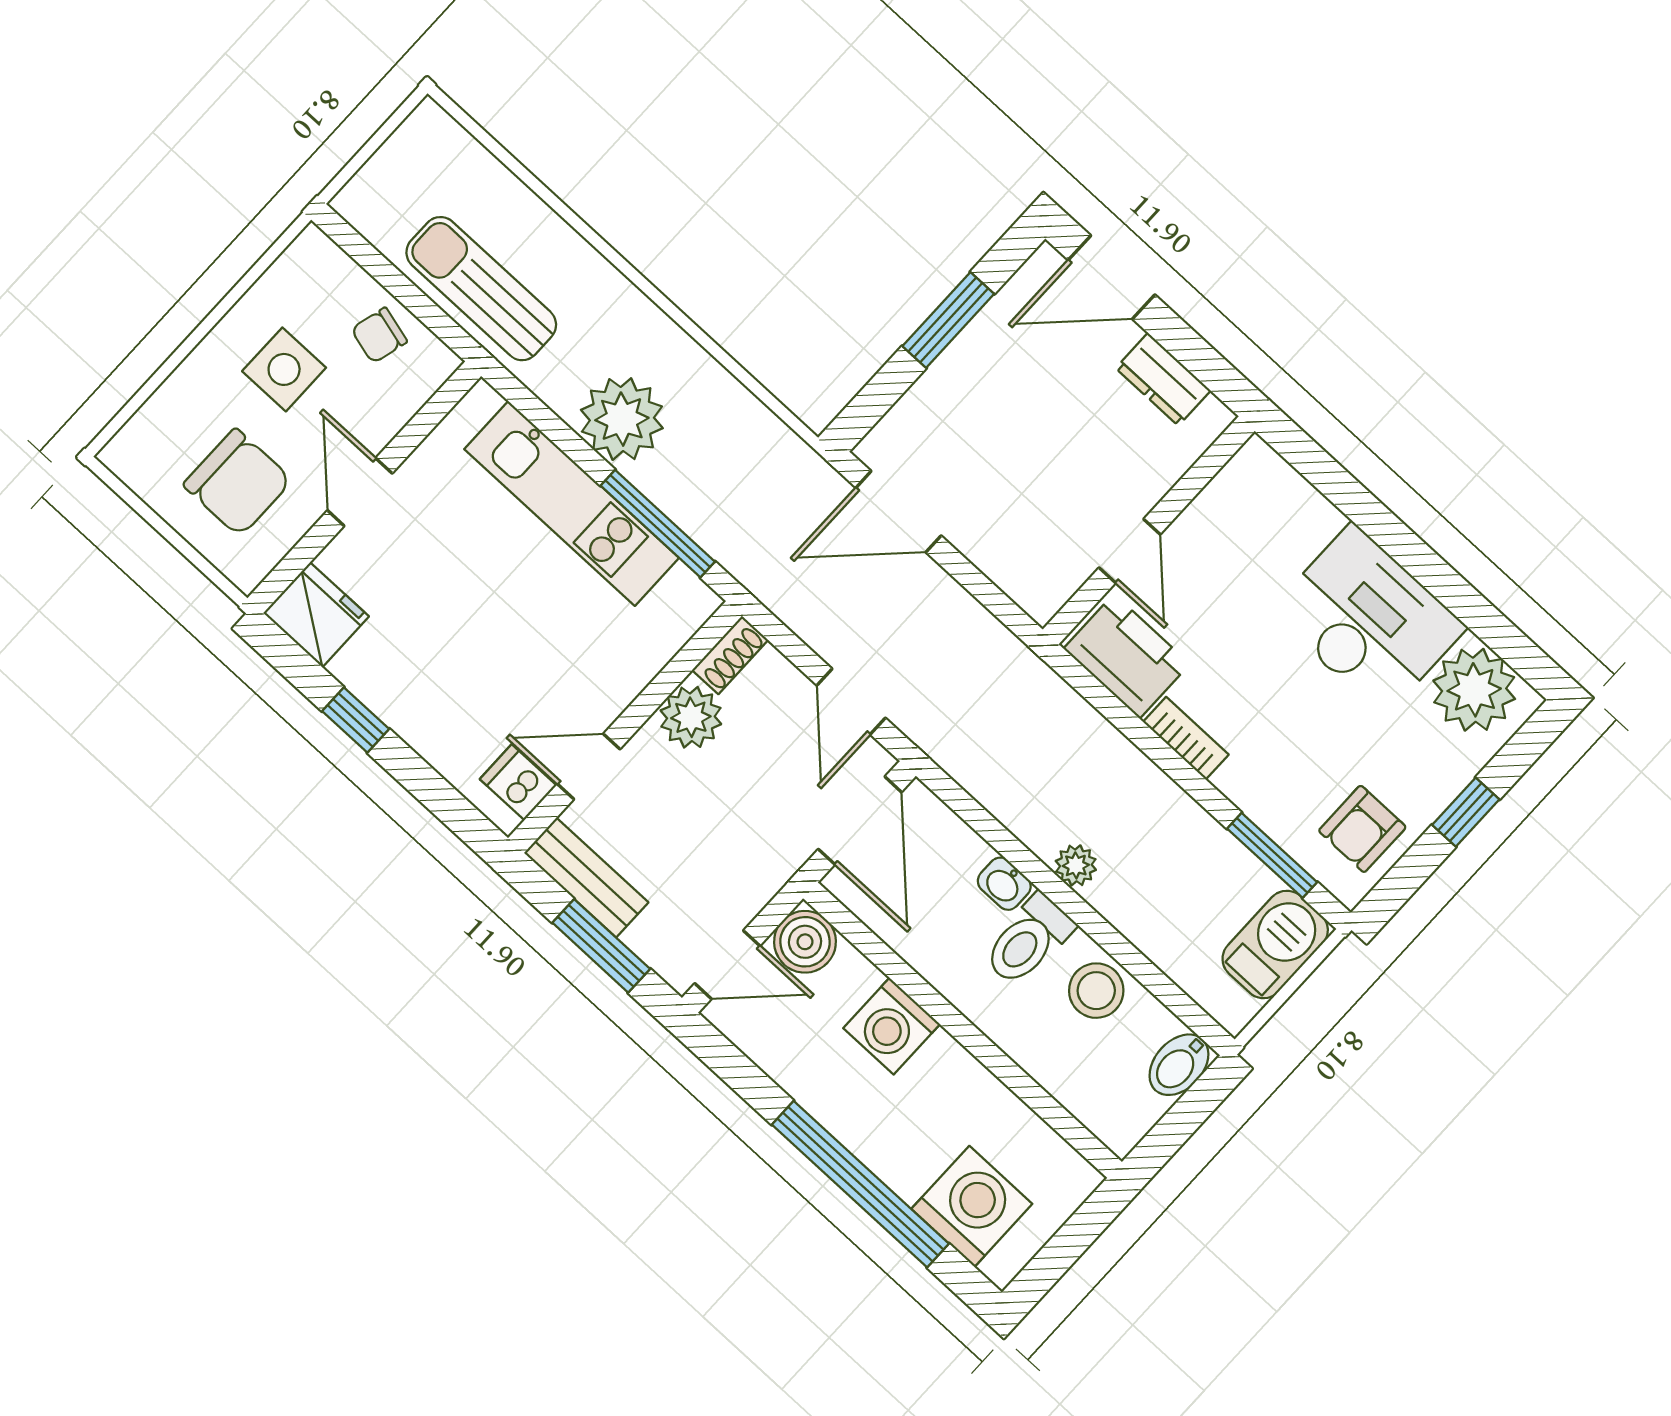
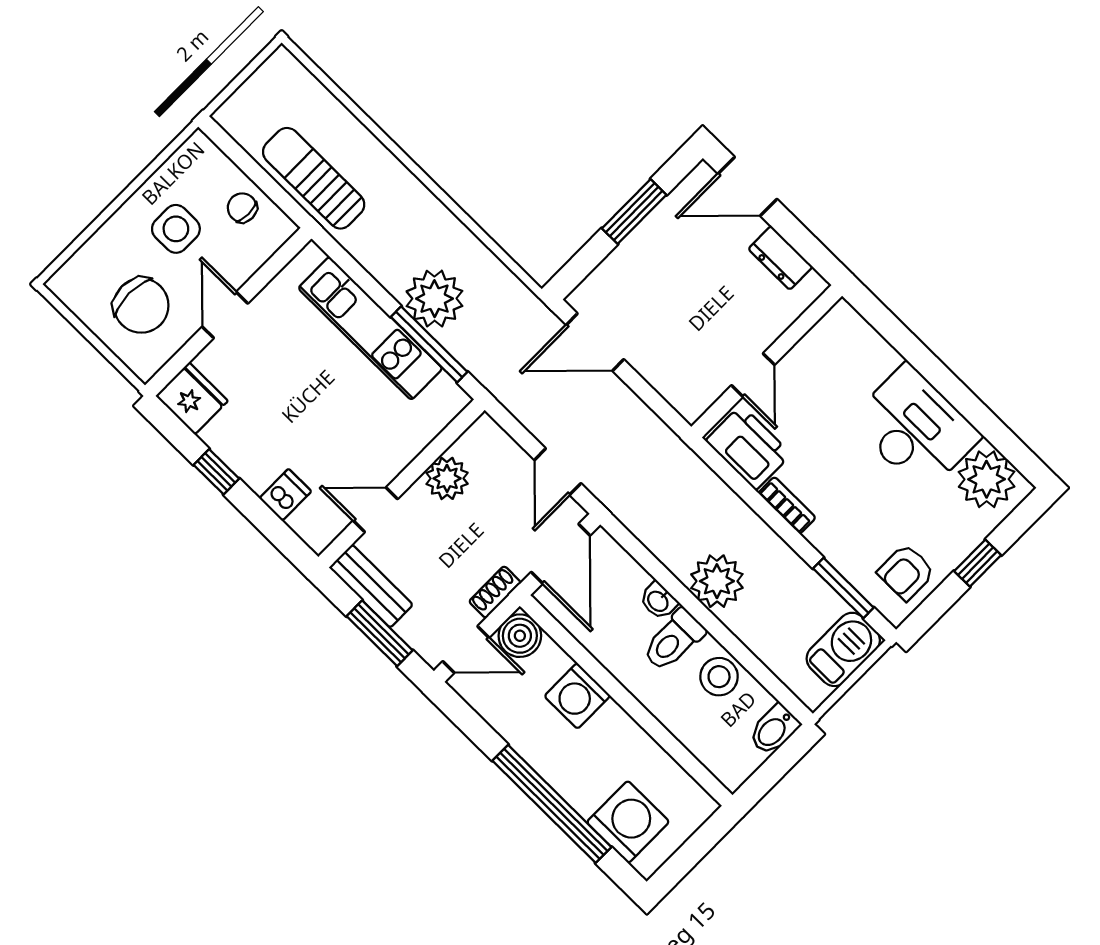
chair: (379, 335) -> (242, 208), turned 75
plant: (622, 419) -> (434, 299), moved
shoe rack: (730, 655) -> (495, 592), moved, turned 180
dishwasher: (518, 782) -> (285, 495), moved, turned 90
plant: (1076, 865) -> (717, 581), width x1.88, depth x1.88

